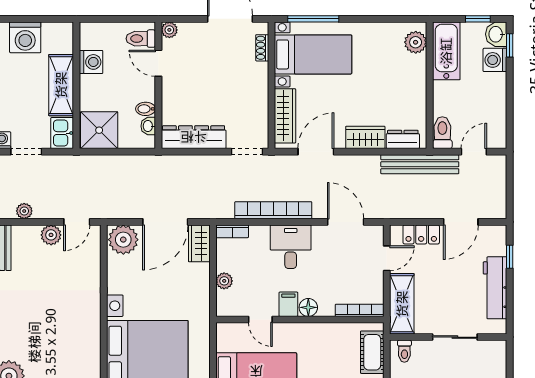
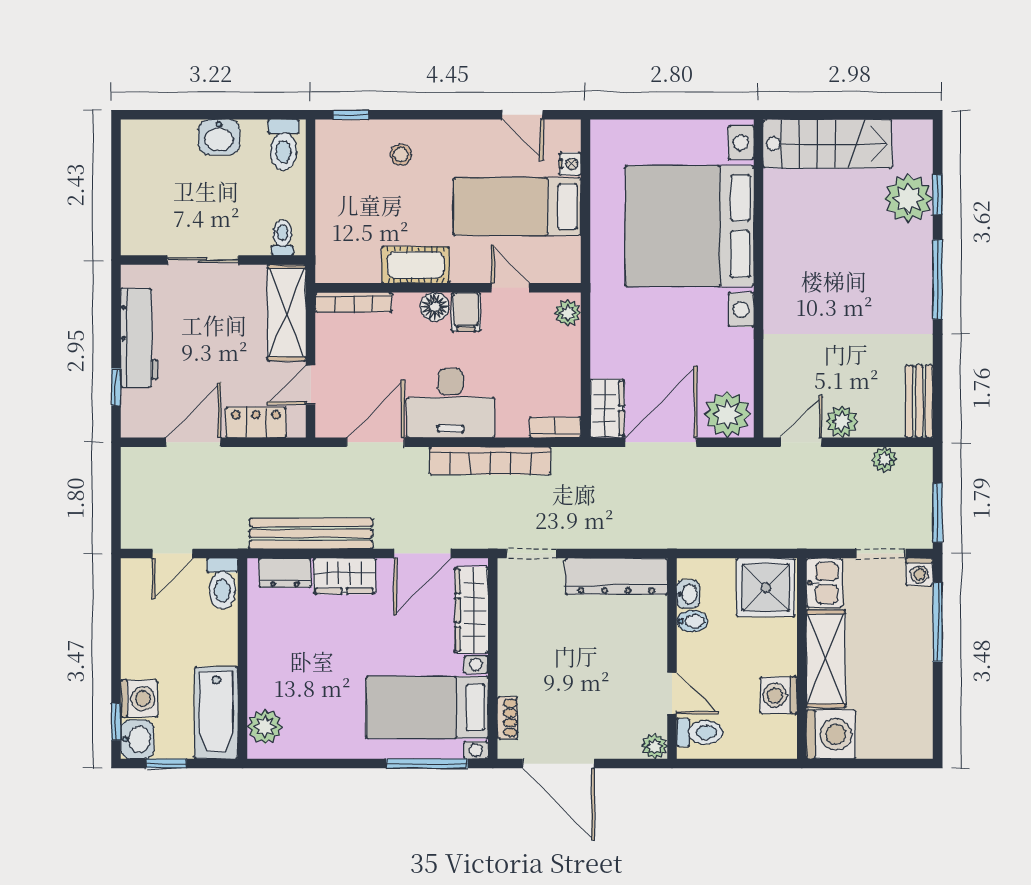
washing machine: (25, 37) -> (831, 734), moved, turned 90
bench: (420, 164) -> (311, 534), moved
door: (346, 222) -> (375, 442), swing flipped
desk: (291, 247) -> (451, 403), width x1.37
plant: (224, 281) -> (568, 313), moved
cot: (372, 352) -> (416, 265), moved, turned 90

